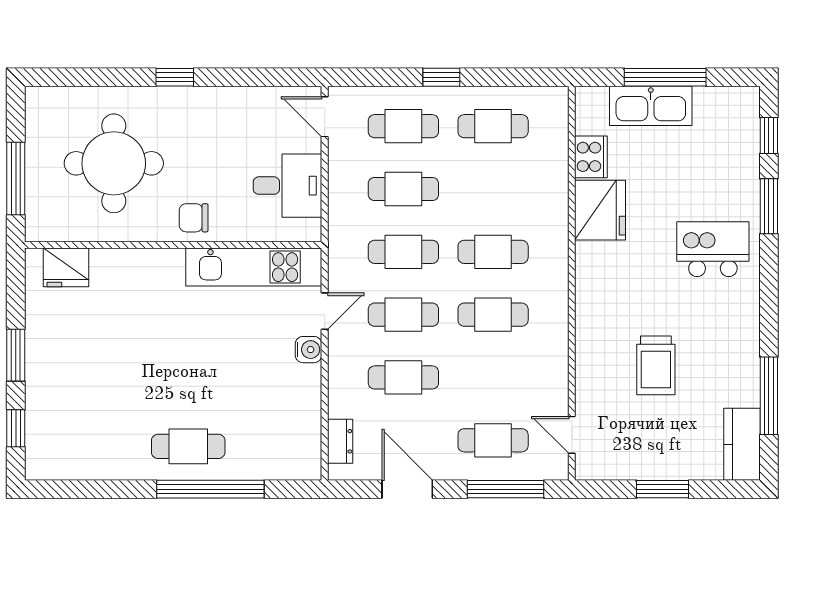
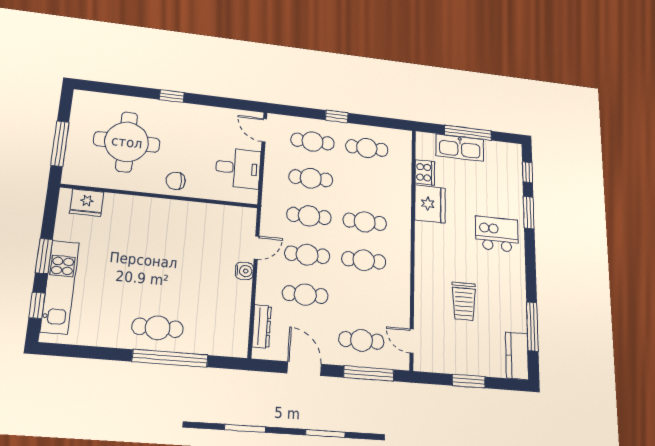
kitchen unit: (254, 267) -> (60, 287), moved, turned -90
dresser: (340, 441) -> (262, 326), width x1.44

